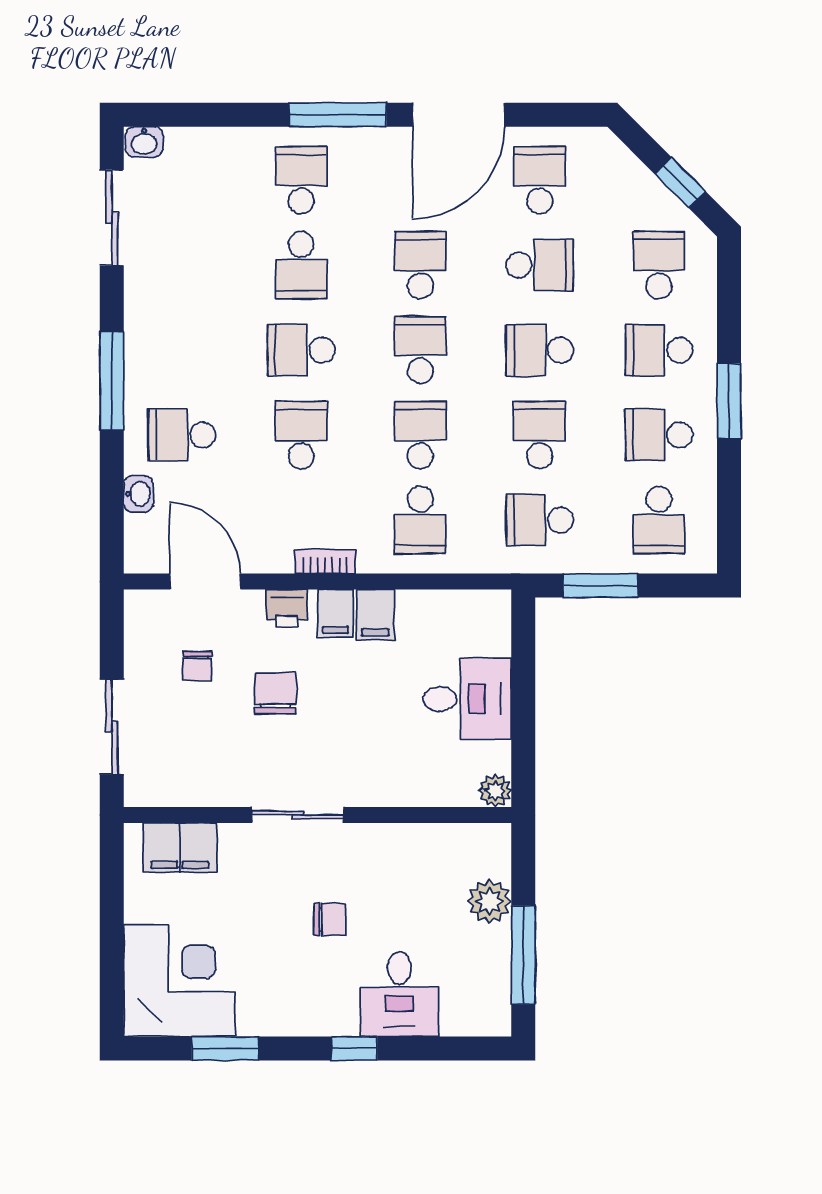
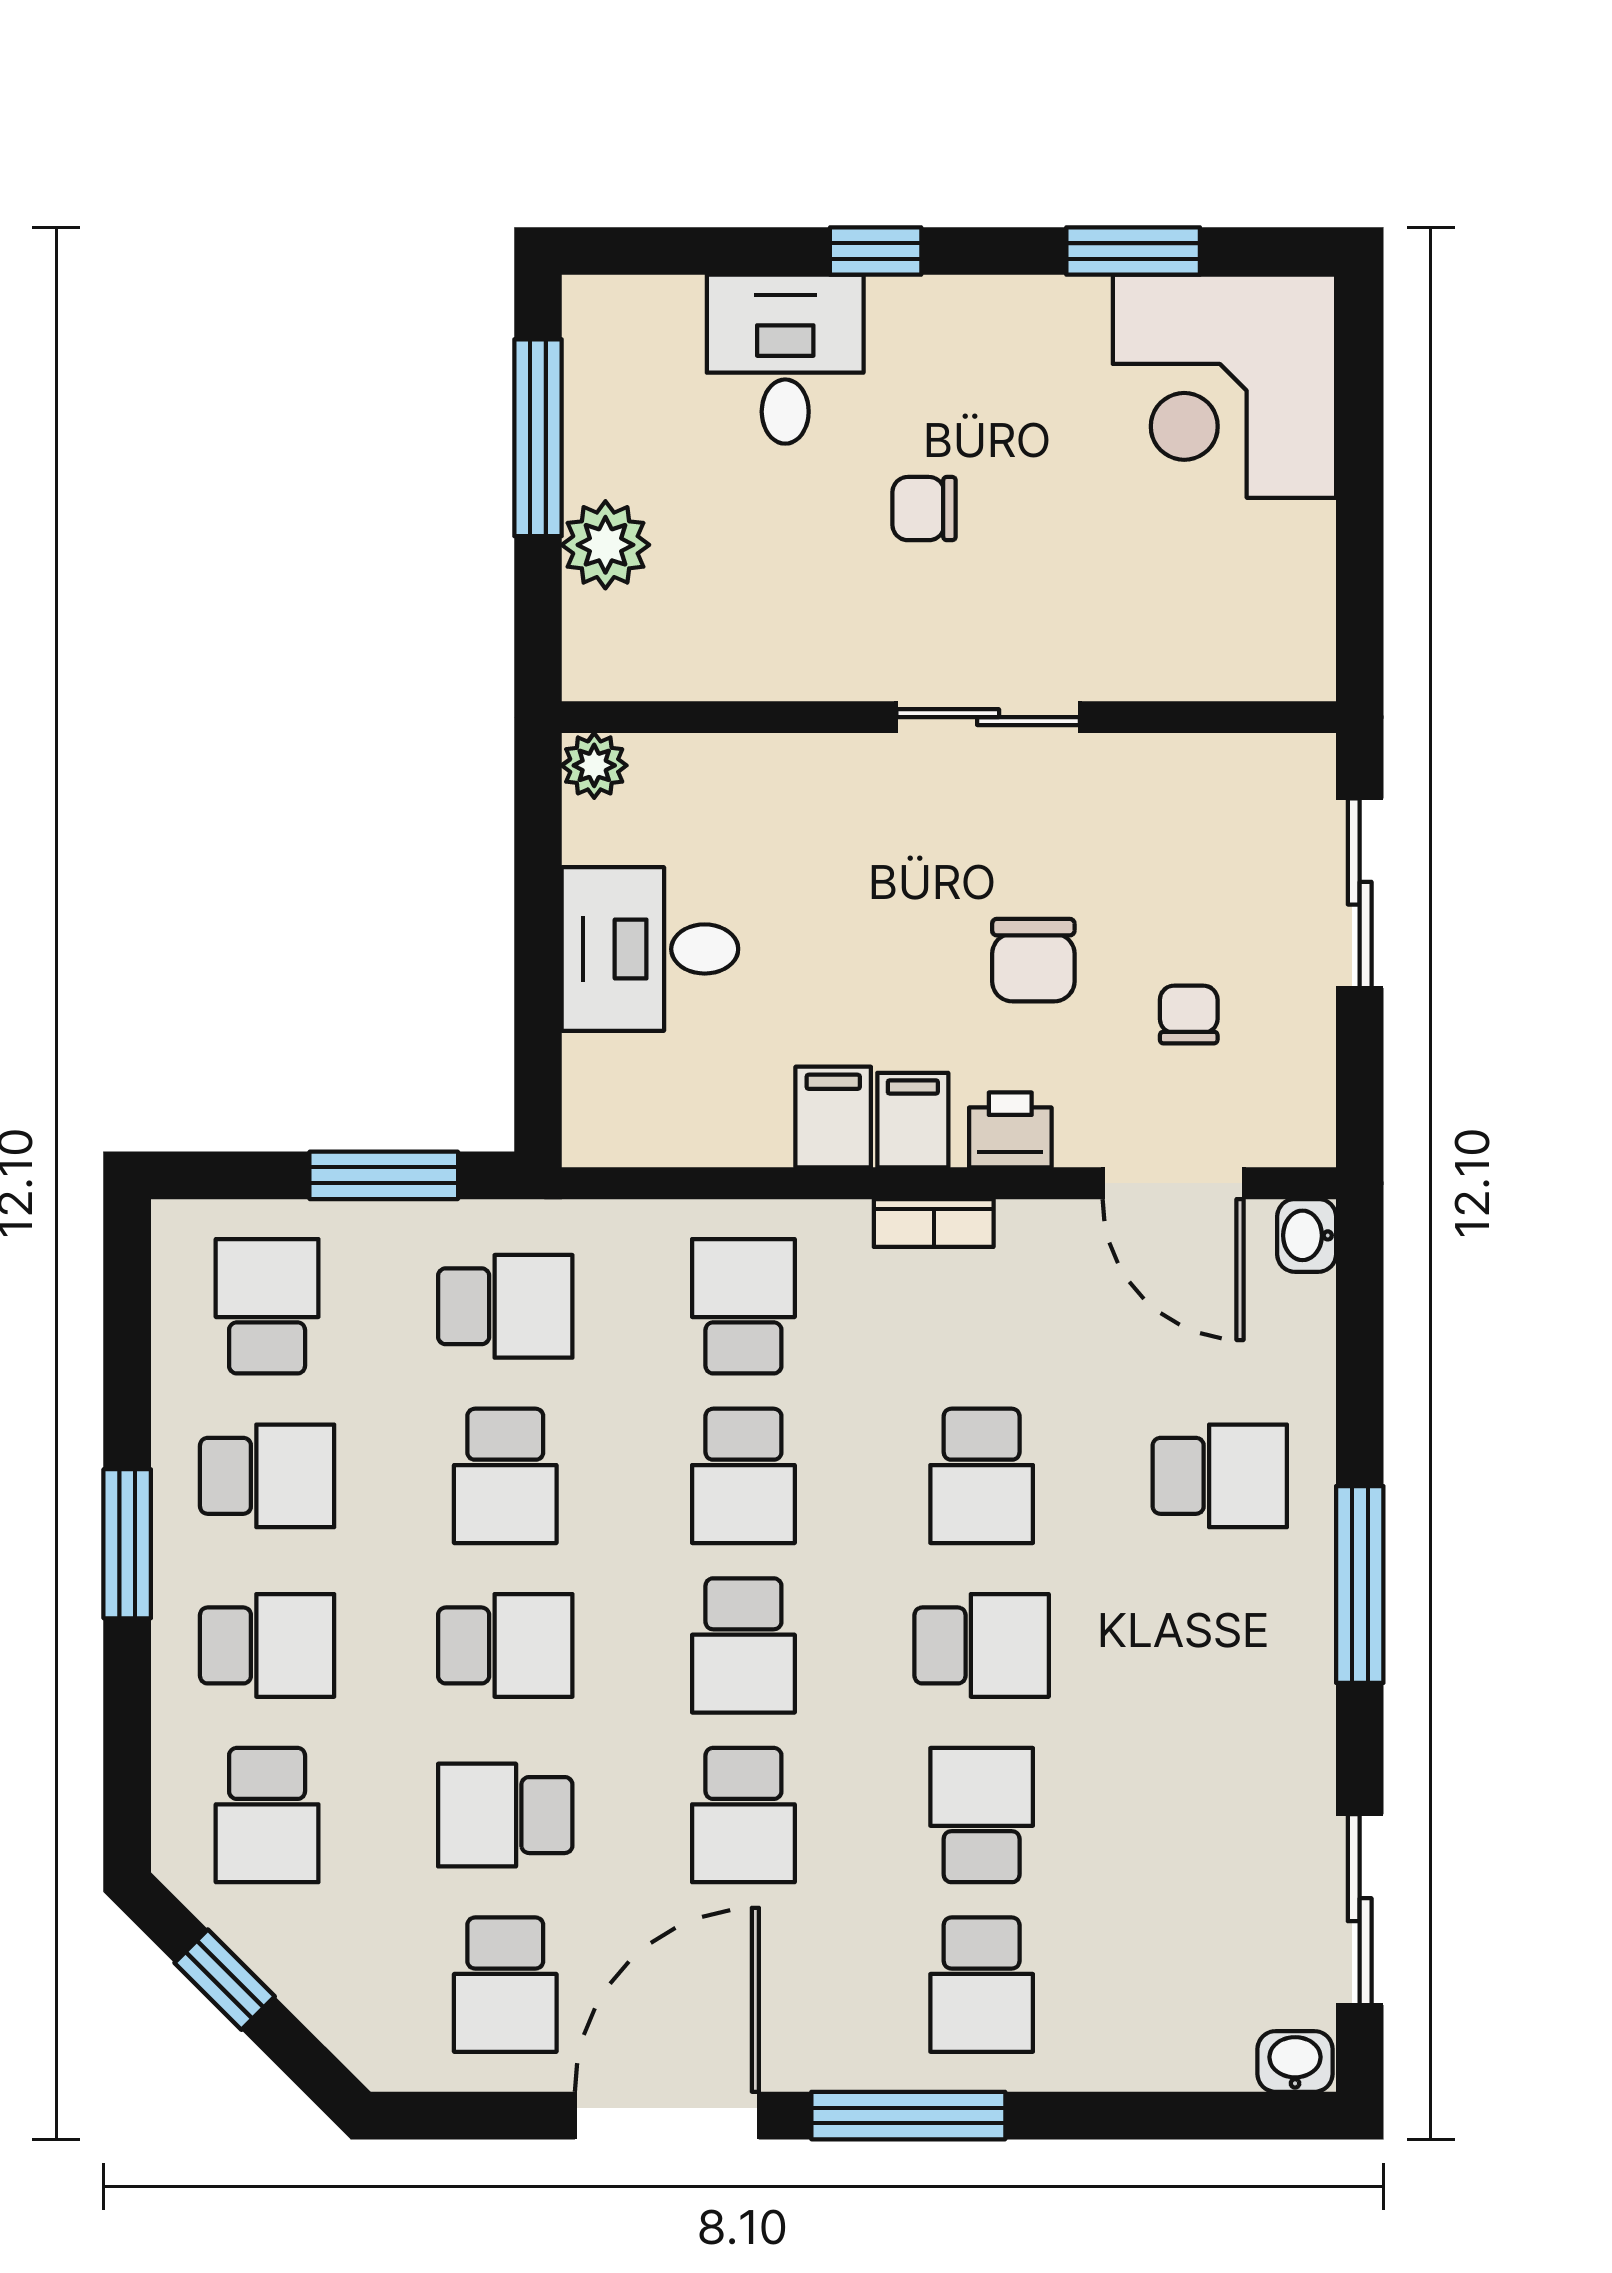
washbasin: (138, 494) -> (1307, 1235), moved
filing cabinet: (180, 848) -> (1224, 652), removed

